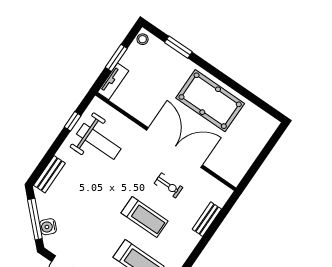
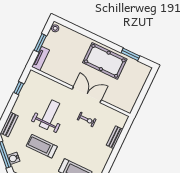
window: (178, 47) -> (130, 54), moved
weight bench: (99, 141) -> (50, 115), moved, turned -90
double door: (175, 148) -> (87, 95), width x0.73
treadmill: (144, 217) -> (42, 146), moved, turned 180

